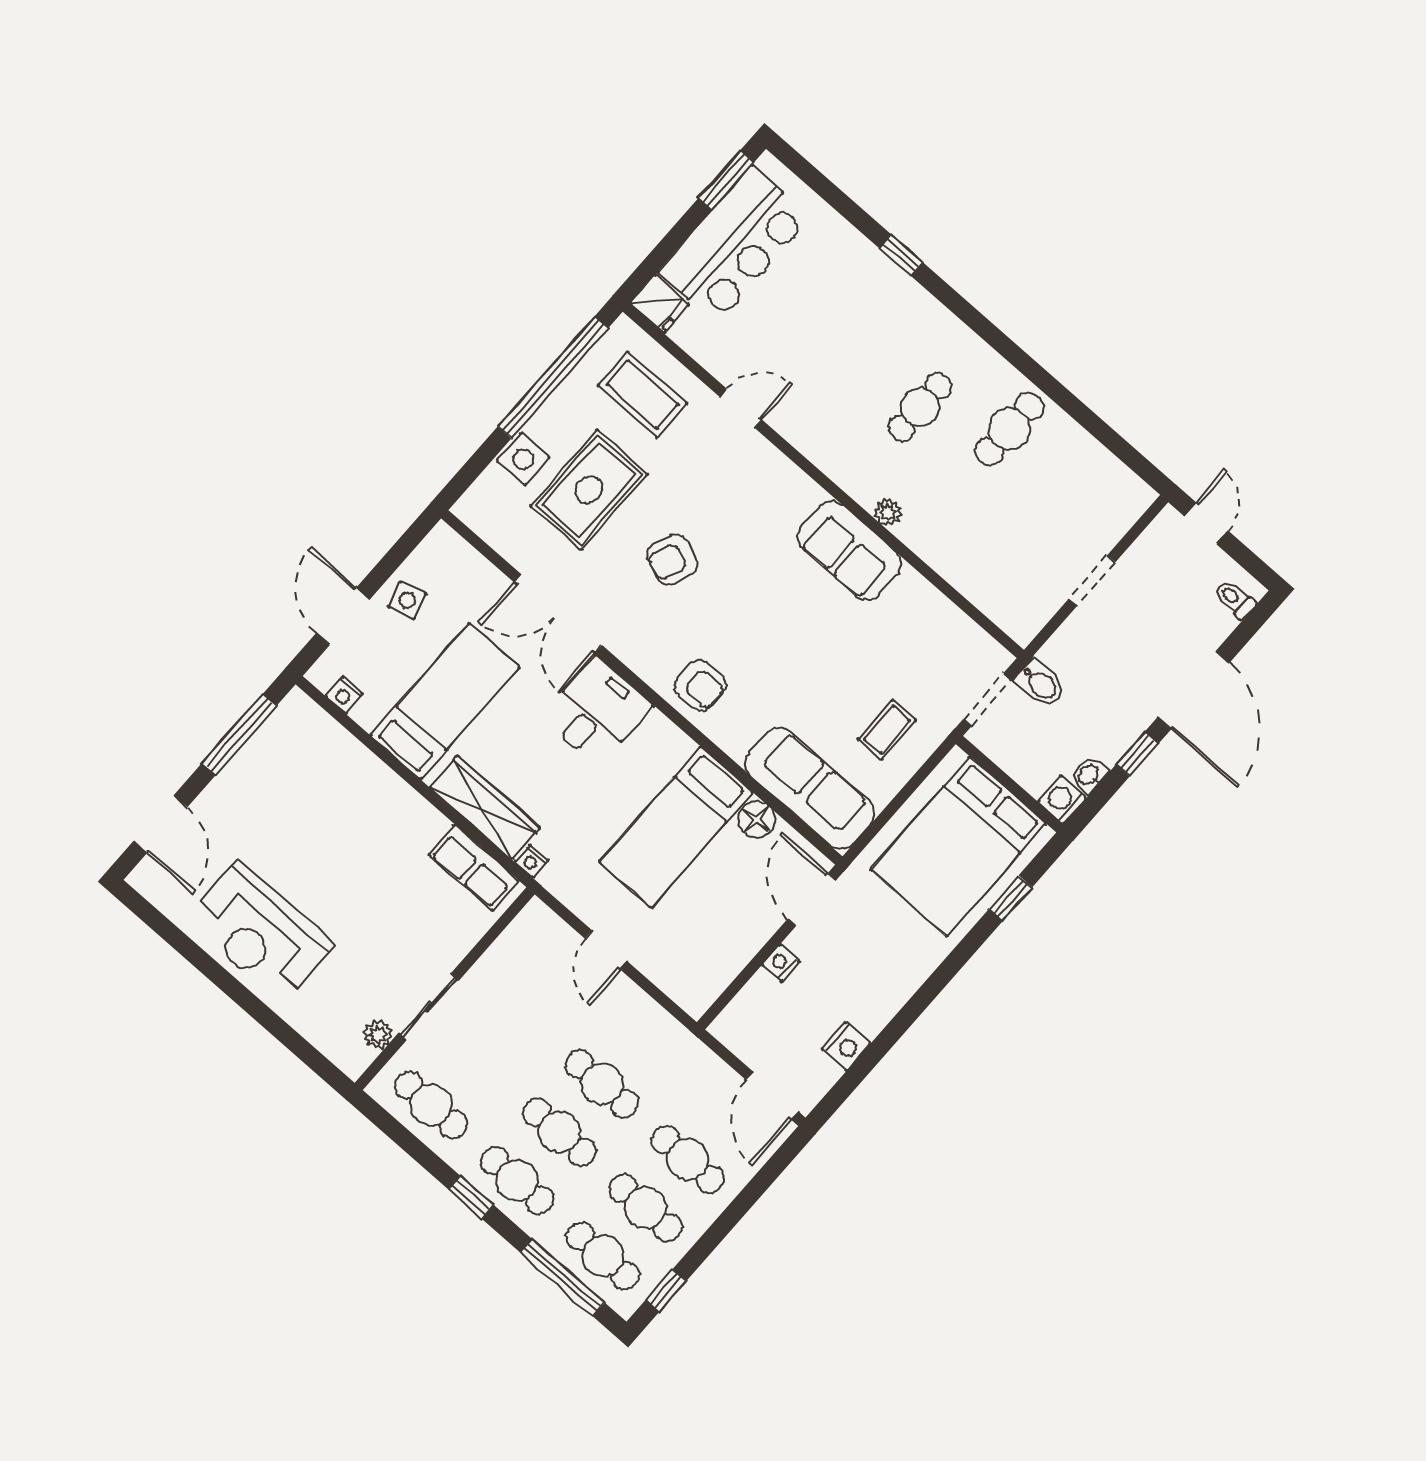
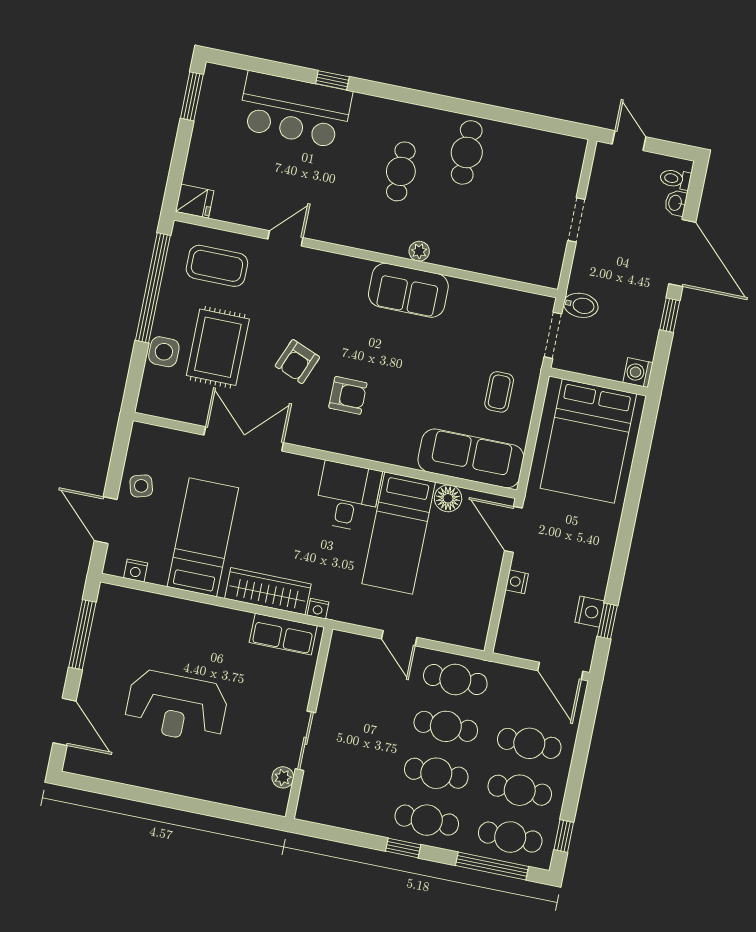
bar counter: (735, 245) -> (295, 110), moved, turned 90
double door: (558, 614) -> (244, 439), swing flipped
armchair: (700, 685) -> (348, 395), moved
desk: (597, 711) -> (348, 496), moved
washbasin: (1089, 775) -> (676, 203), moved
window: (1010, 898) -> (607, 621), moved
reception desk: (260, 932) -> (176, 706), moved
cafe table: (431, 1105) -> (455, 680), moved

